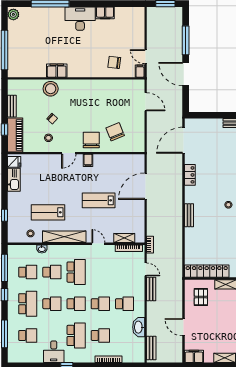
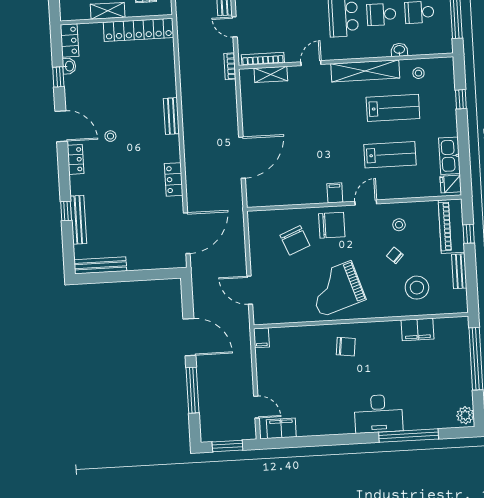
filing cabinet: (105, 13) -> (281, 428), moved
desk: (80, 19) -> (378, 414), moved
door: (146, 57) -> (256, 407), moved
chair: (114, 62) -> (346, 347), moved
filing cabinet: (57, 71) -> (418, 329), moved
stool: (51, 89) -> (417, 288), moved
grand piano: (91, 99) -> (336, 289), added
chair: (91, 140) -> (332, 225), turned -90
lab bench: (99, 200) -> (390, 155), moved
door: (98, 244) -> (311, 63), swing flipped

